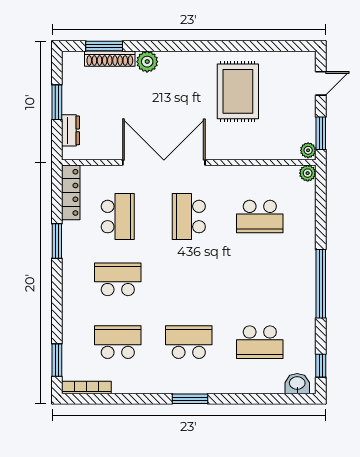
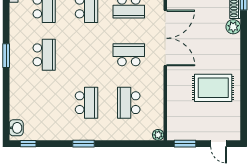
plant: (308, 150) -> (173, 135), removed
window: (321, 284) -> (83, 144), width x0.47
school desk: (260, 342) -> (86, 103), moved, turned 180

